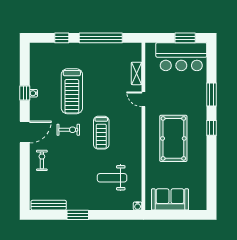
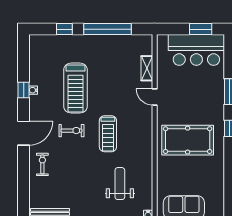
pool table: (173, 138) -> (188, 140), turned 90
weight bench: (112, 178) -> (120, 184), turned 90

